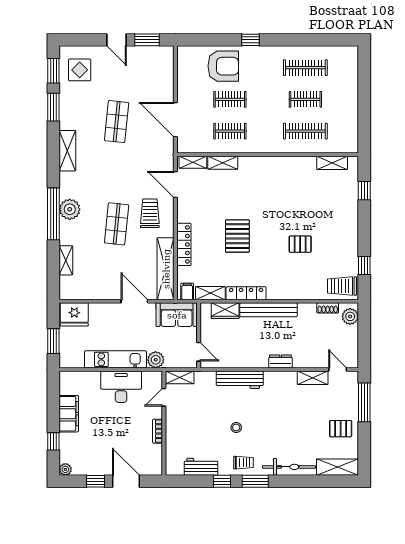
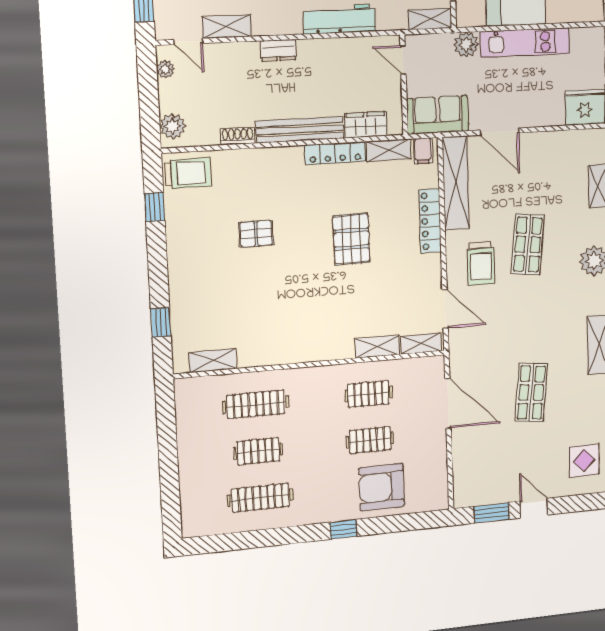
shoe rack: (328, 308) -> (238, 136), moved
plant: (353, 353) -> (165, 69), added

